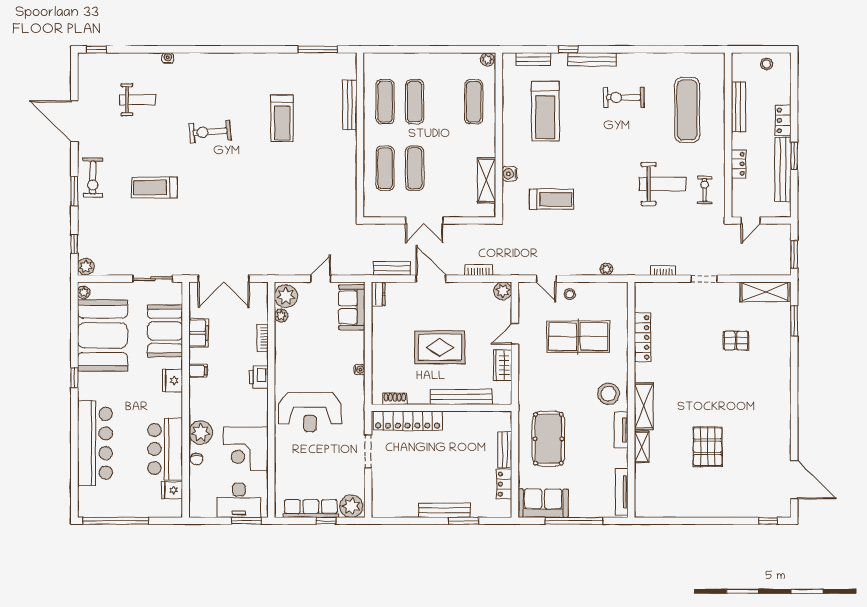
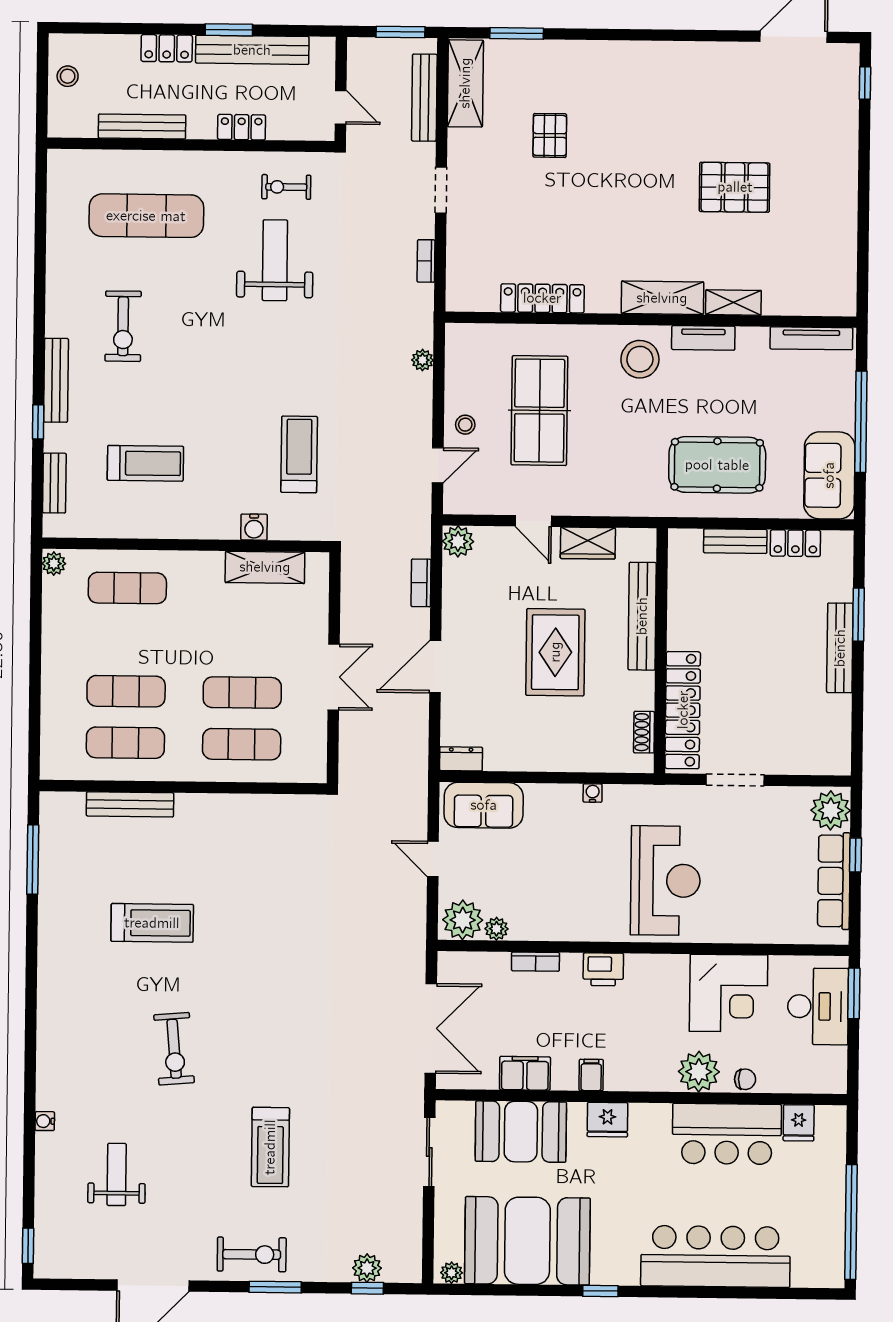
treadmill: (545, 111) -> (145, 463), width x0.73, depth x0.73
plant: (86, 267) -> (367, 1268), moved
bench: (392, 268) -> (424, 98), moved, width x1.36

